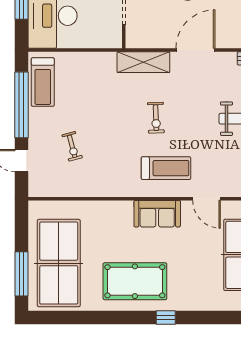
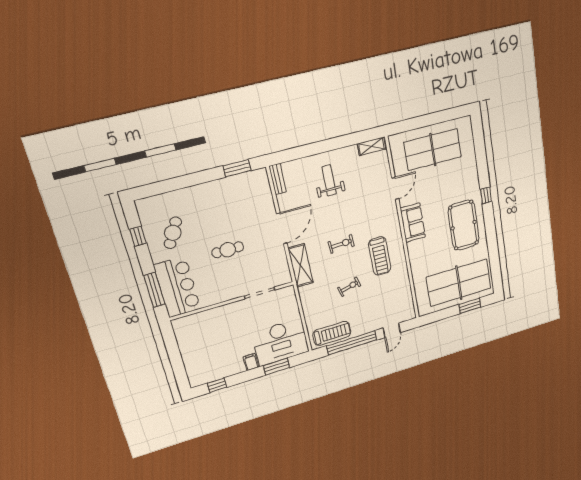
door: (195, 50) -> (282, 228), swing flipped
exercise bike: (72, 146) -> (349, 287), moved
treadmill: (166, 168) -> (380, 256), moved, turned 180
window: (21, 274) -> (470, 306), width x0.69

